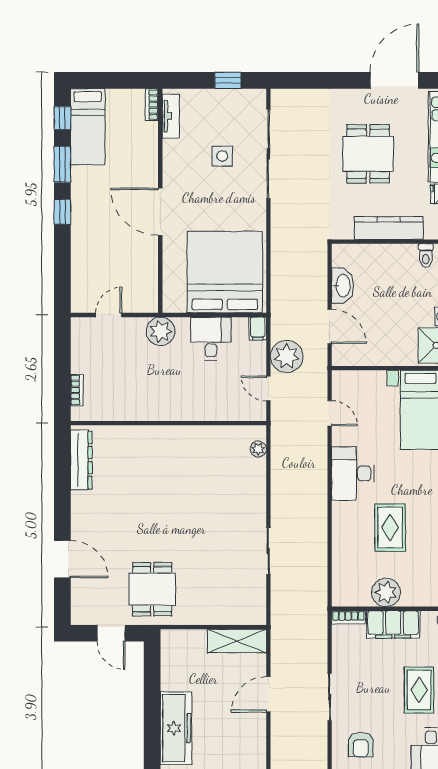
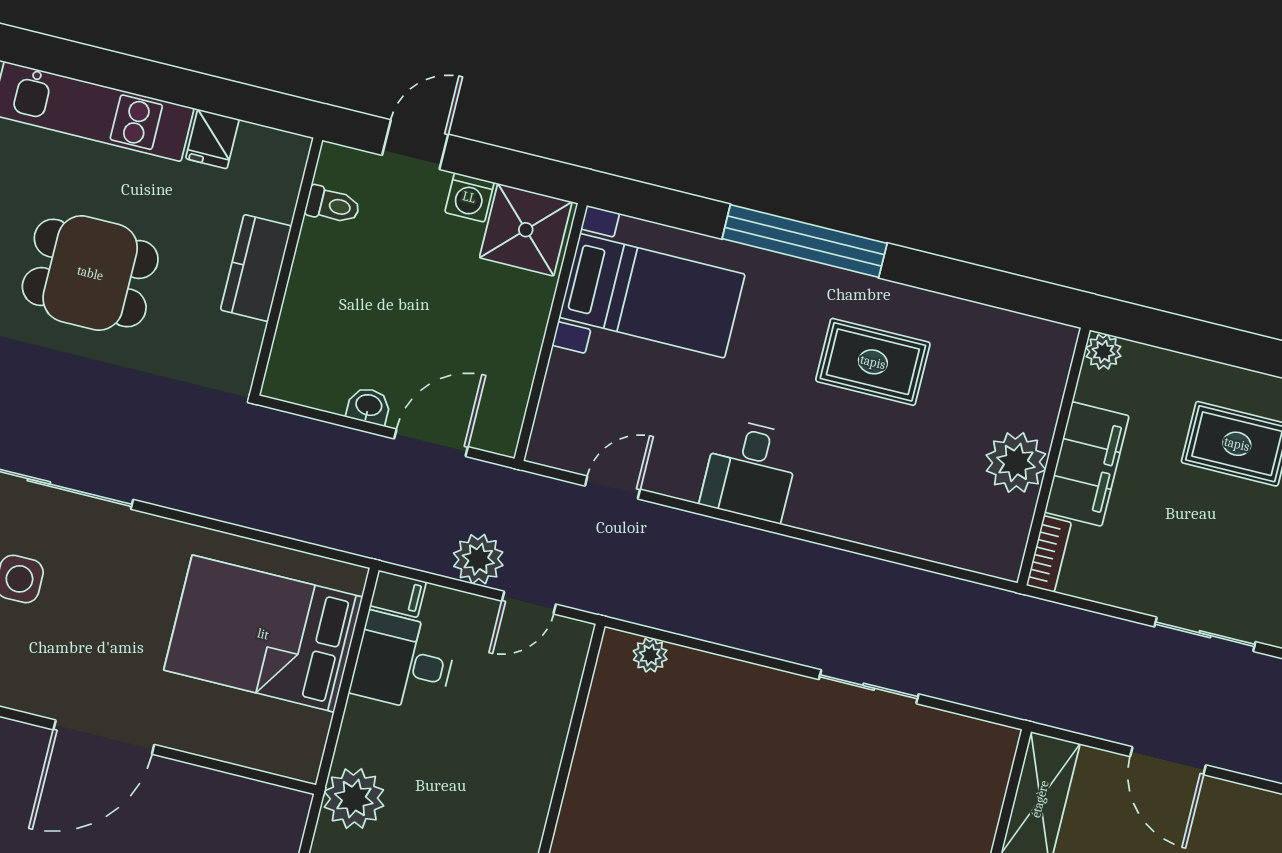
kitchen counter: (389, 228) -> (256, 268), width x0.67
bed: (225, 272) -> (263, 634), width x0.73
washbasin: (343, 286) -> (369, 406), width x0.52, depth x0.69
desk: (211, 339) -> (404, 662), moved
plant: (287, 356) -> (478, 559), width x0.73, depth x0.73
desk: (353, 474) -> (750, 470), width x0.73
rug: (390, 527) -> (873, 362), moved

